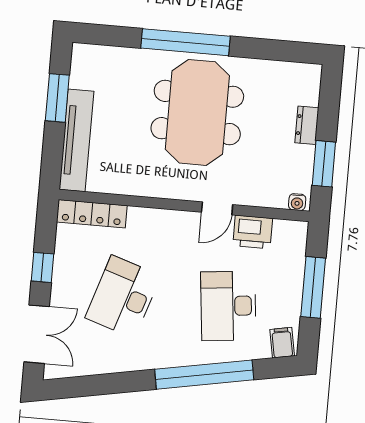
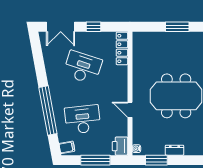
tv unit: (76, 140) -> (157, 38), removed
printer: (253, 232) -> (120, 146), moved

